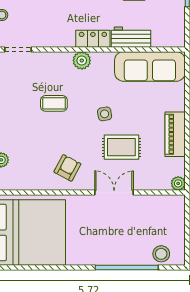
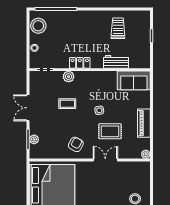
locker: (93, 39) -> (80, 63), moved
plant: (82, 60) -> (69, 77), moved
sofa: (150, 66) -> (134, 80), width x0.73

